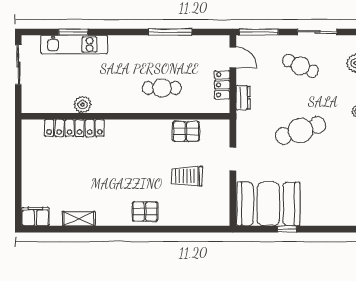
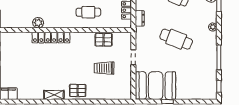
locker: (75, 128) -> (51, 38), moved
cafe table: (300, 131) -> (176, 39), turned 39
shelving: (79, 219) -> (54, 95), moved

